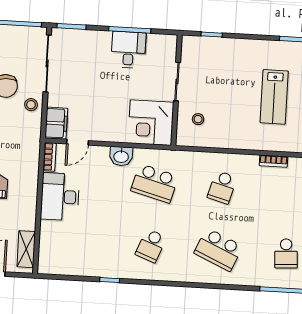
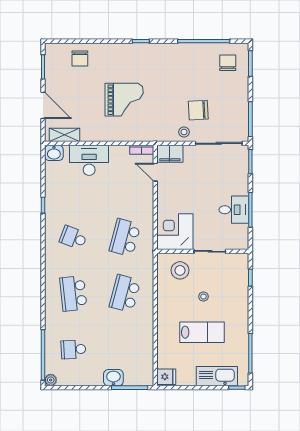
stool: (231, 93) -> (203, 297), added
lab bench: (274, 97) -> (202, 332), turned 180
stool: (198, 119) -> (180, 270), width x1.89, depth x1.89
washbasin: (121, 156) -> (54, 153), moved, turned -90
bookcase: (273, 161) -> (149, 335), removed
school desk: (222, 187) -> (125, 293), width x1.85
desk: (60, 197) -> (89, 160), moved
school desk: (218, 250) -> (73, 293), turned -30

